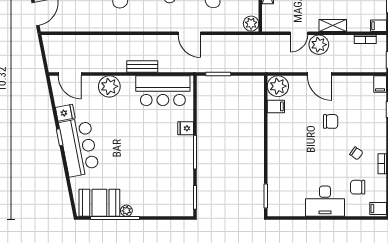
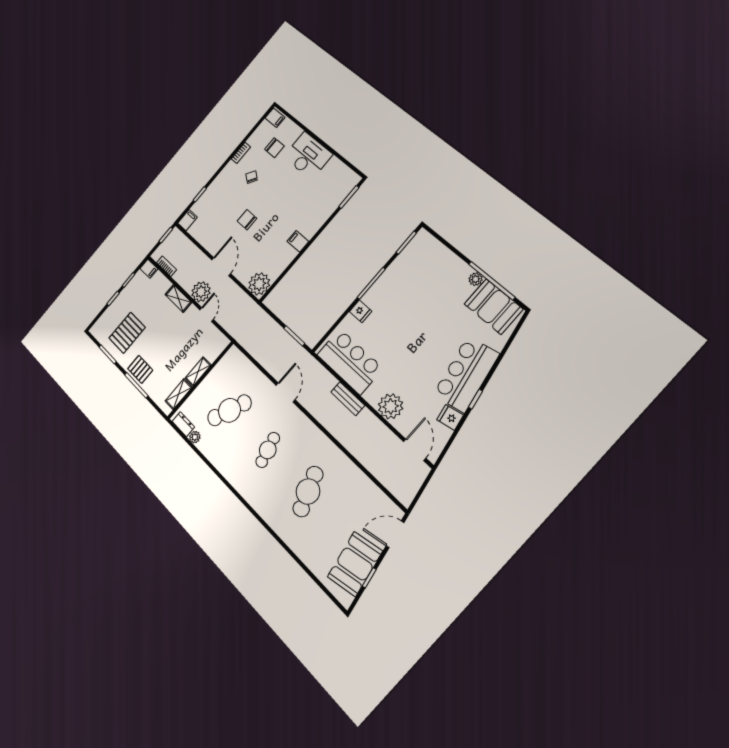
plant: (251, 24) -> (233, 356), removed
door: (299, 33) -> (207, 315), hinge flipped
filing cabinet: (276, 106) -> (298, 241), moved

